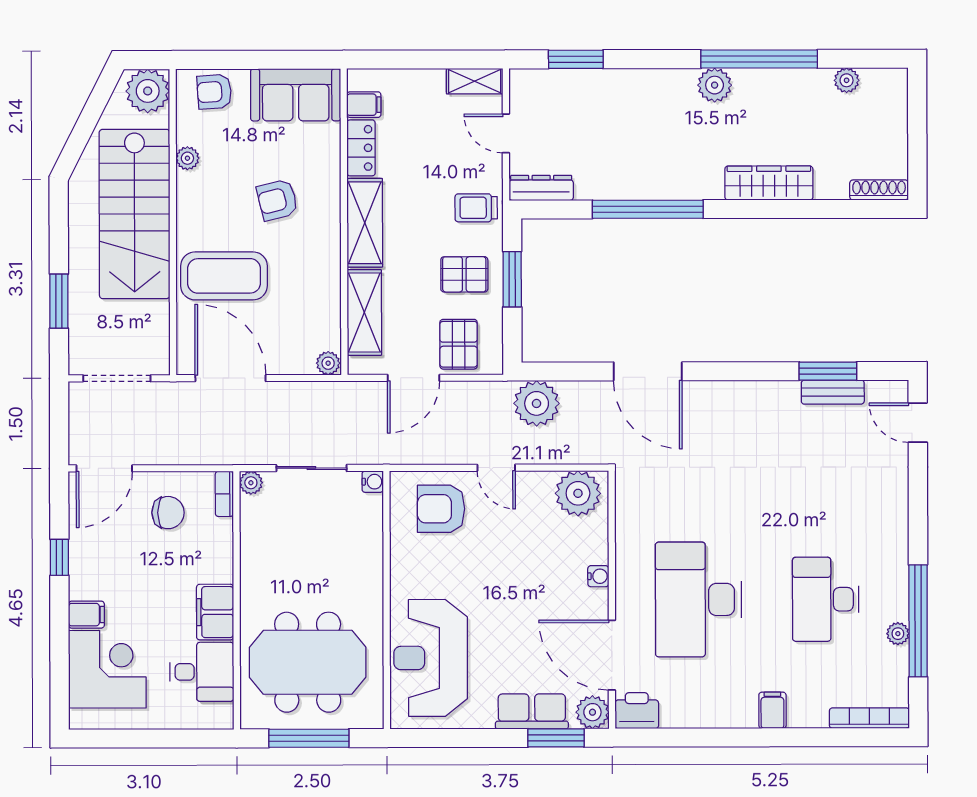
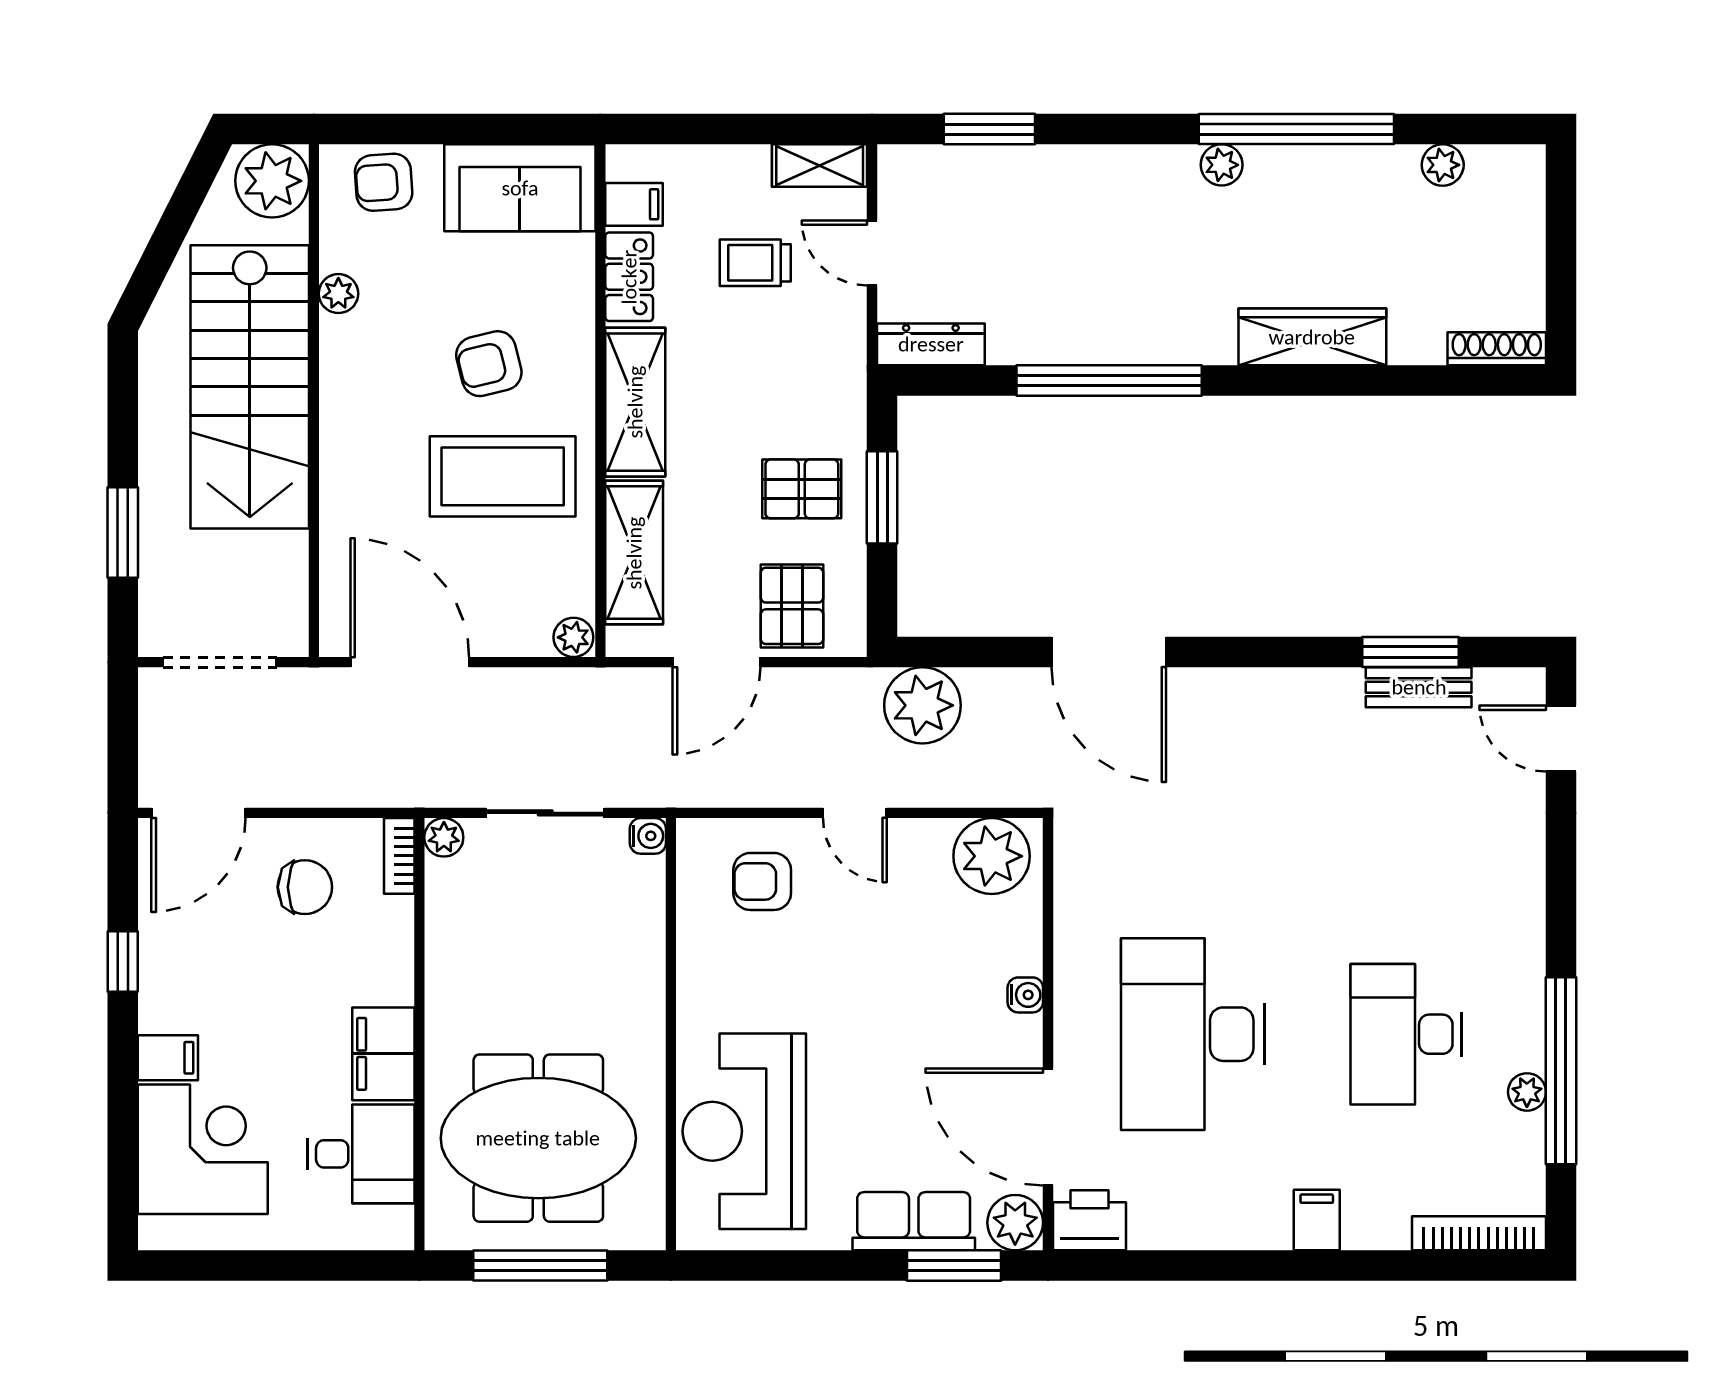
plant: (715, 85) -> (1222, 165), width x0.73, depth x0.73
trolley: (476, 208) -> (755, 263), moved
coffee table: (224, 276) -> (503, 476), moved
armchair: (441, 509) -> (762, 881), width x0.72, depth x0.72

